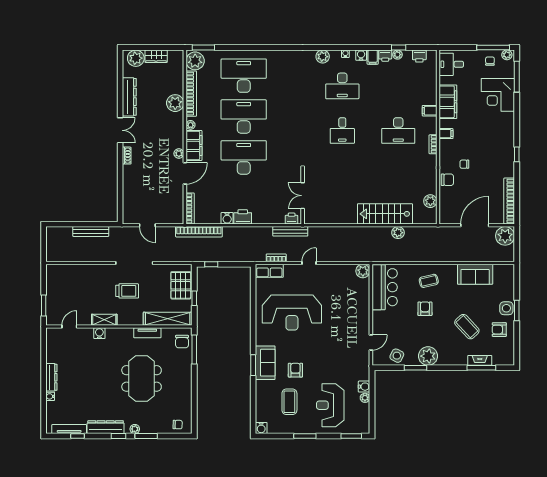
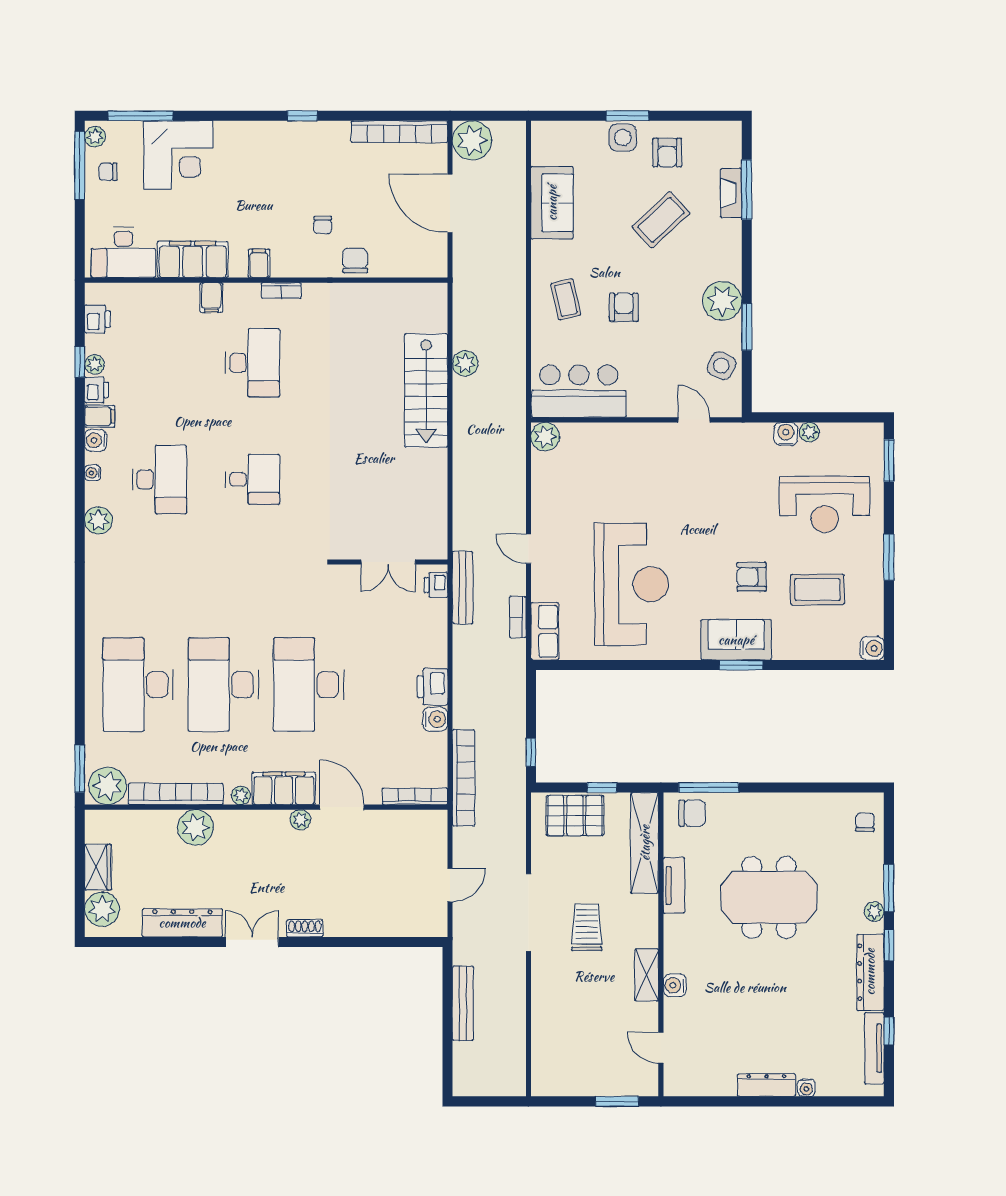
desk: (451, 64) -> (123, 252), width x1.37
plant: (430, 201) -> (400, 296), removed
armchair: (425, 309) -> (624, 307), turned 90

